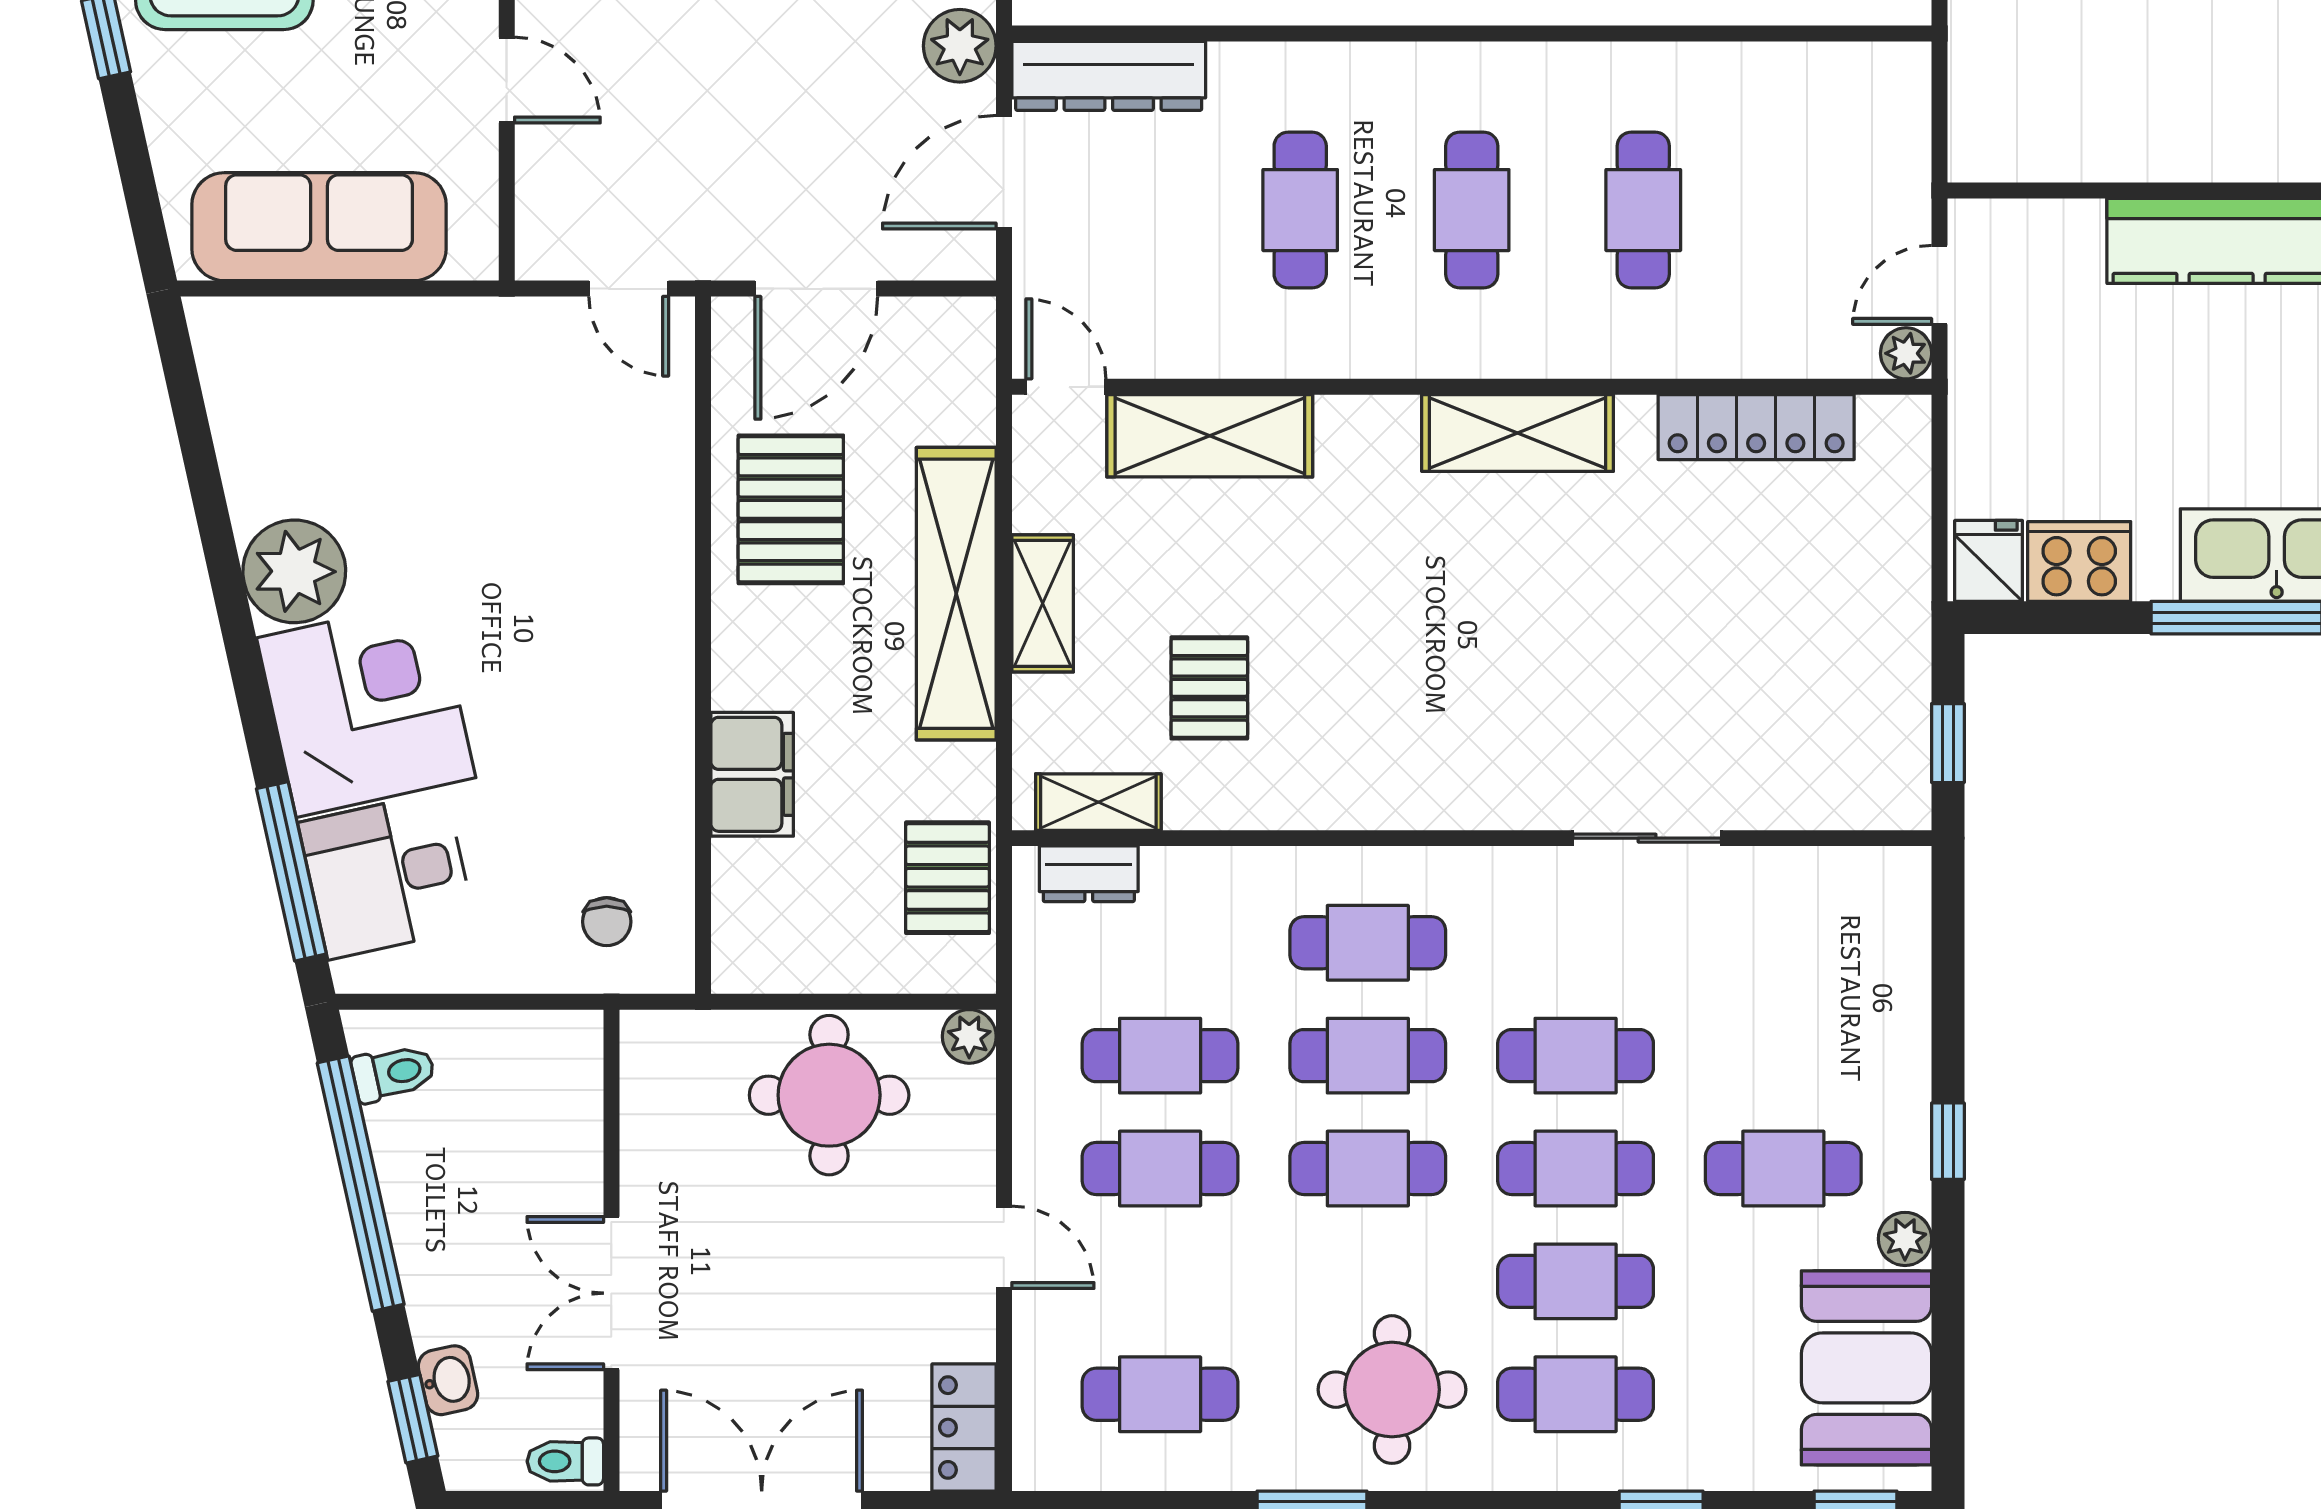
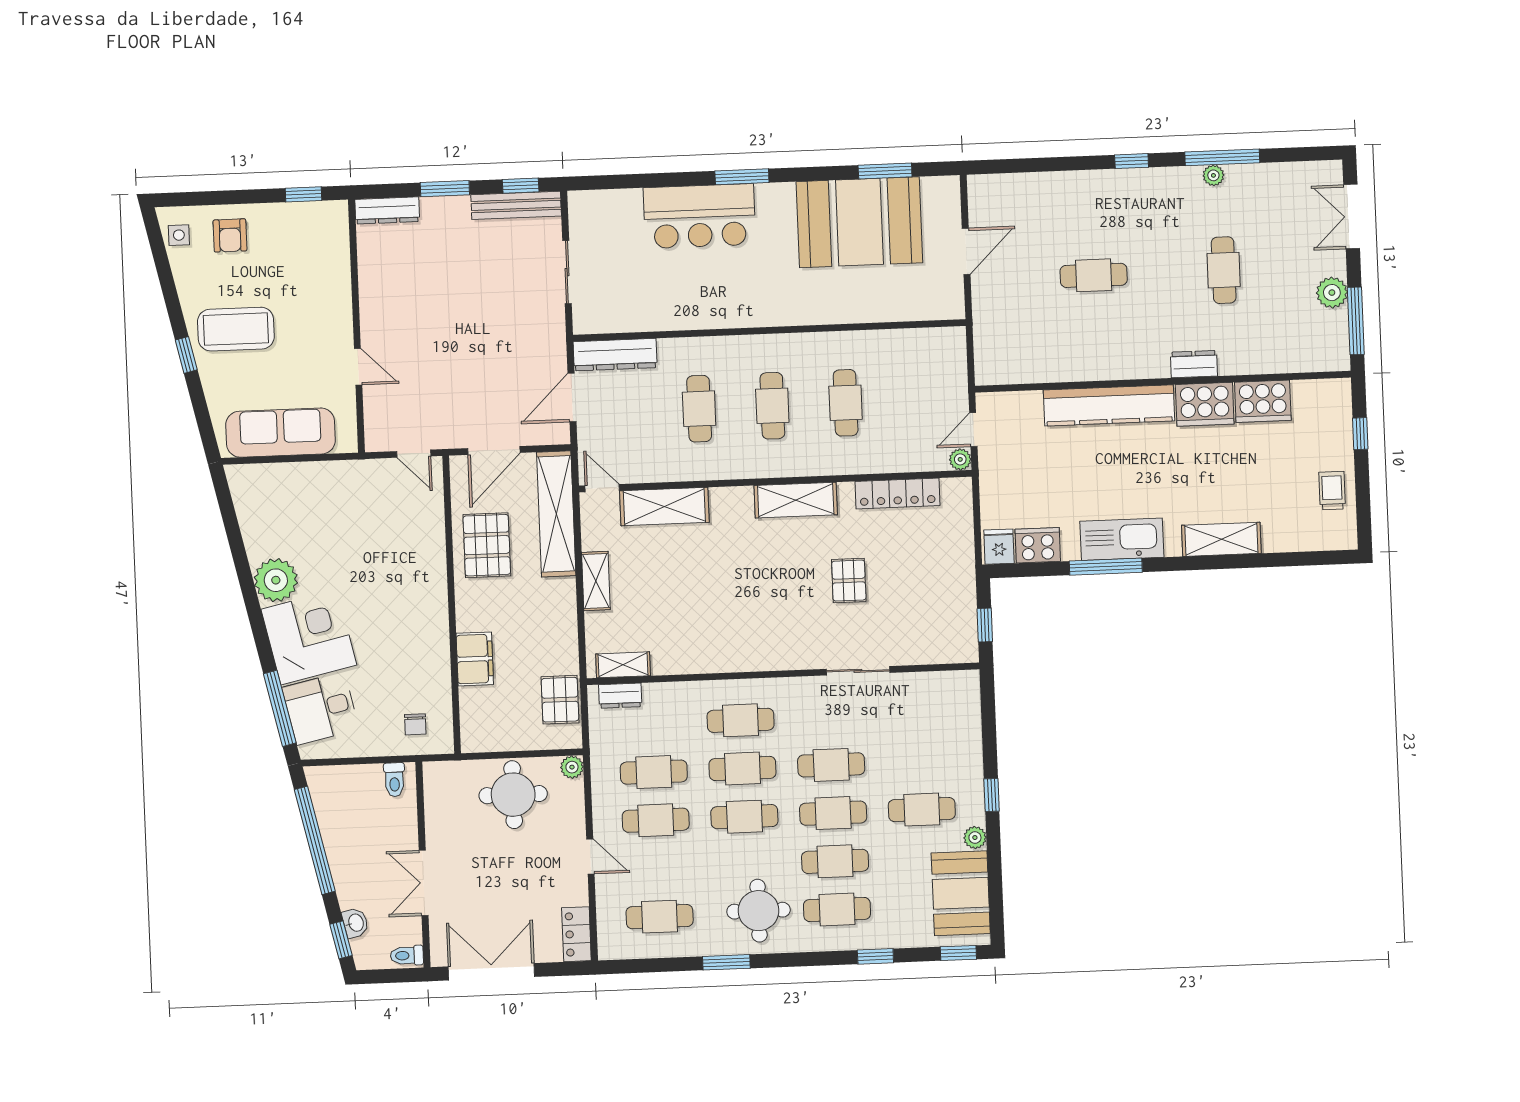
plant: (960, 46) -> (551, 344), removed
shelving: (956, 594) -> (556, 514), moved
pallet: (1209, 688) -> (849, 581), moved
toilet: (393, 1073) -> (394, 780), moved, turned 103

